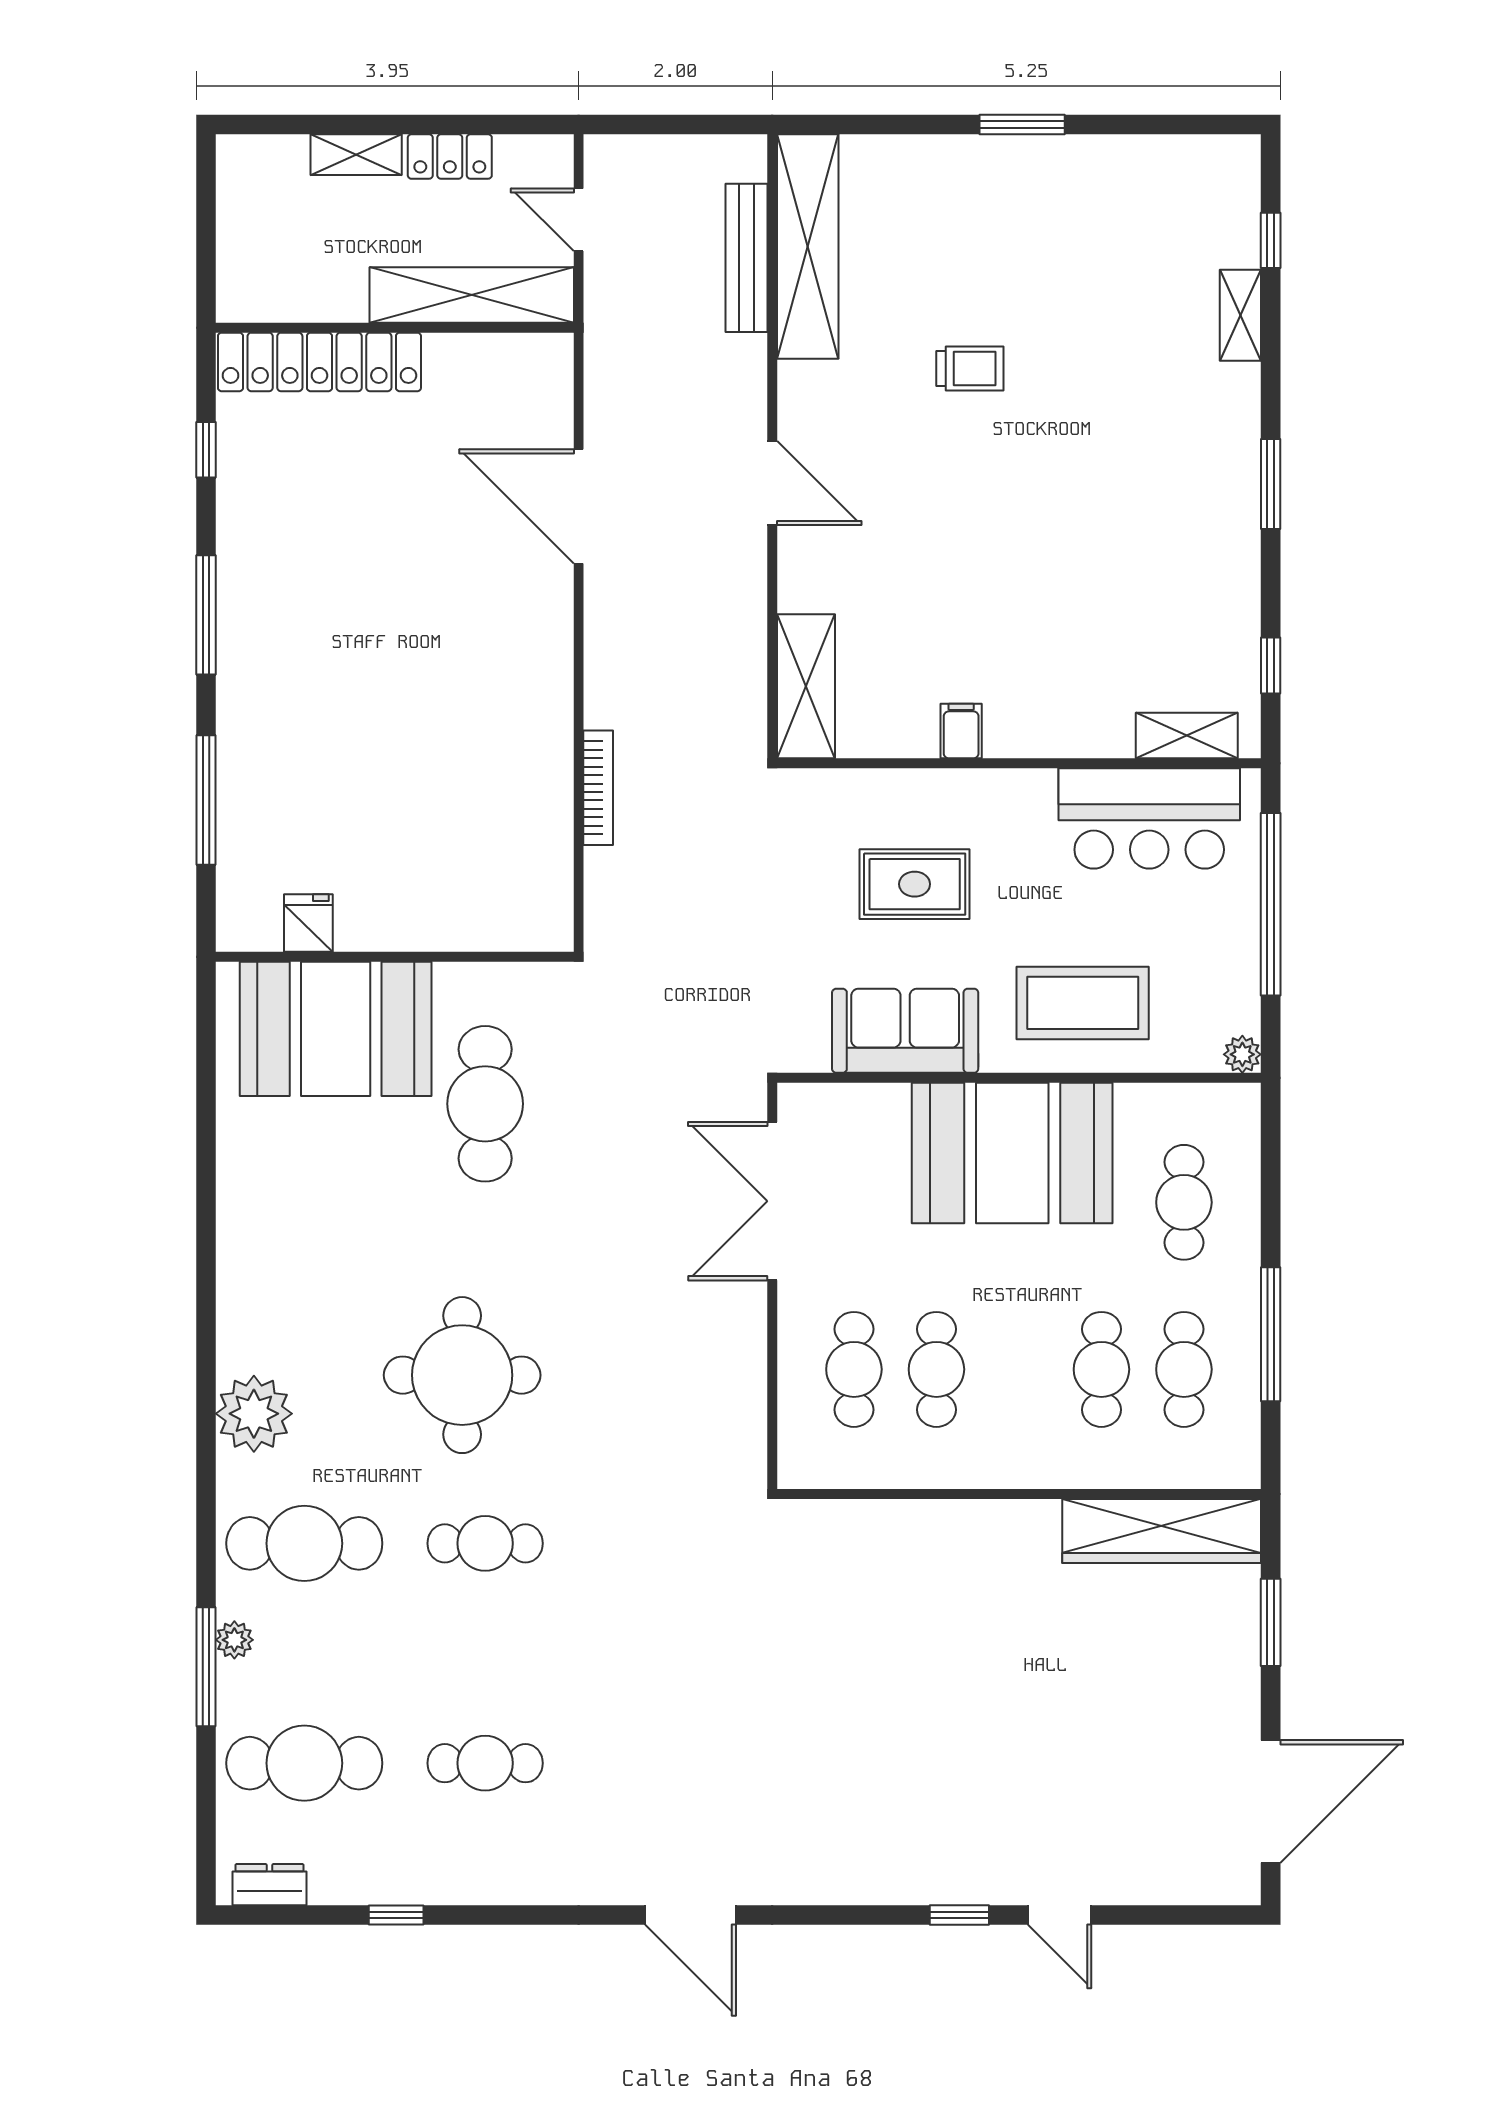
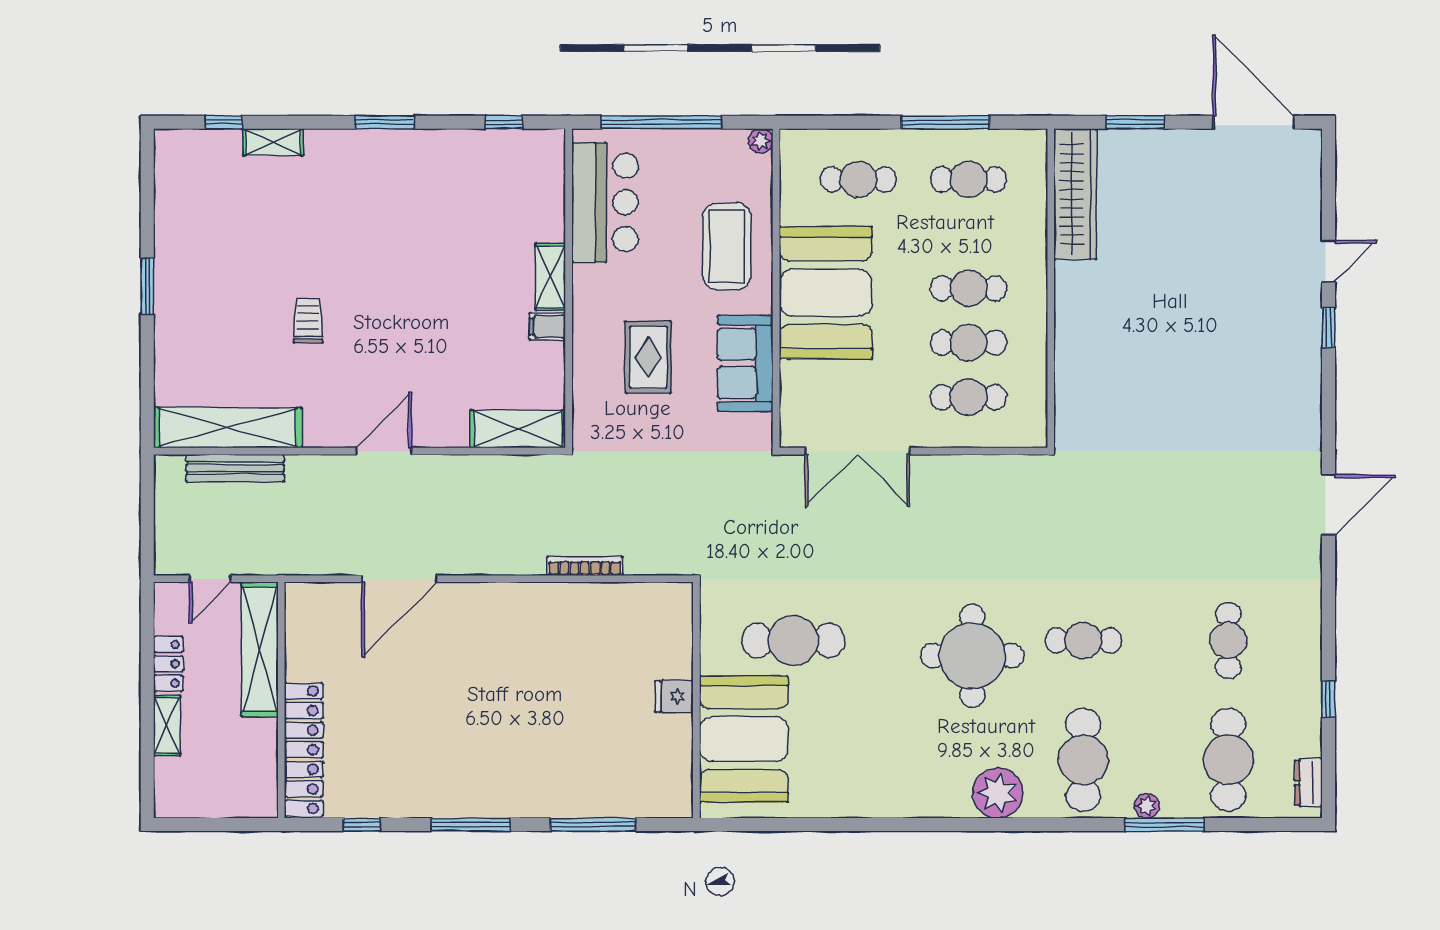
shelving: (1187, 736) -> (550, 277), moved
fridge: (308, 923) -> (674, 696), moved
cafe table: (1101, 1369) -> (969, 288), moved
cafe table: (485, 1543) -> (1083, 640), turned 90

